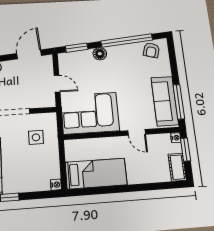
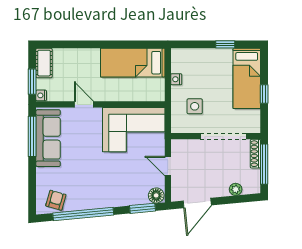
floor lamp: (100, 54) -> (156, 195), moved
nightstand: (56, 185) -> (176, 79), moved

